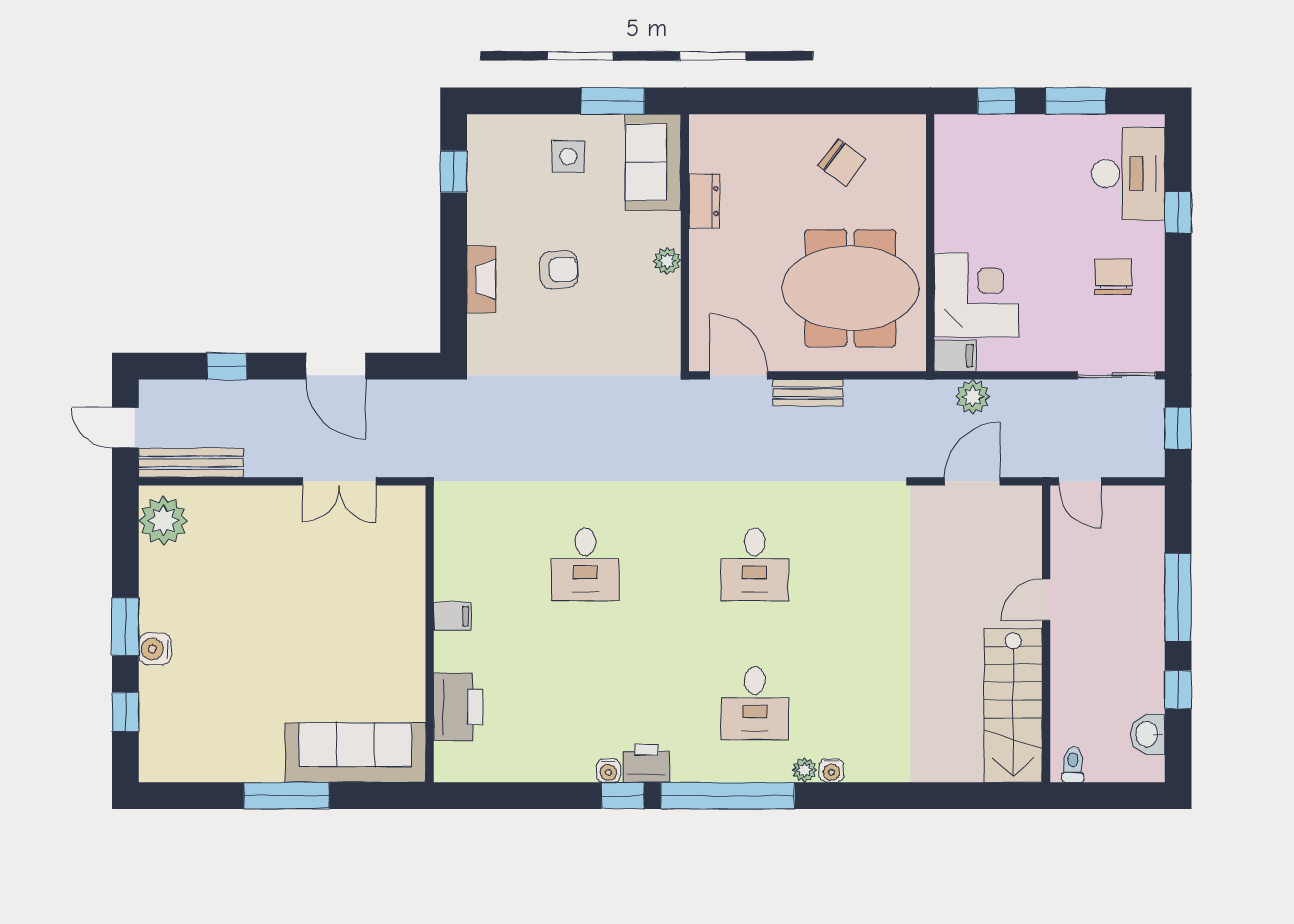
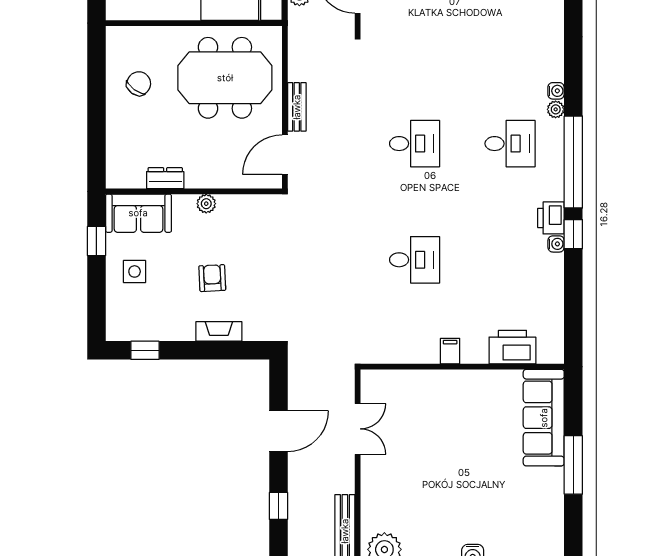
window: (613, 101) -> (96, 241), width x0.67
meeting table: (850, 288) -> (225, 78), turned 90

